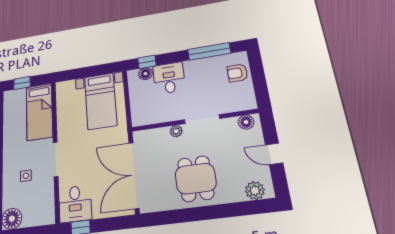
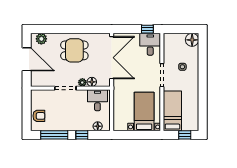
window: (147, 62) -> (82, 135), moved
desk: (169, 78) -> (97, 100), moved, turned 180
bed with nightstands: (101, 101) -> (144, 111), moved
floor lamp: (246, 122) -> (92, 82), moved
door: (274, 154) -> (27, 59), width x1.87
dining table: (196, 179) -> (74, 50), turned 90

